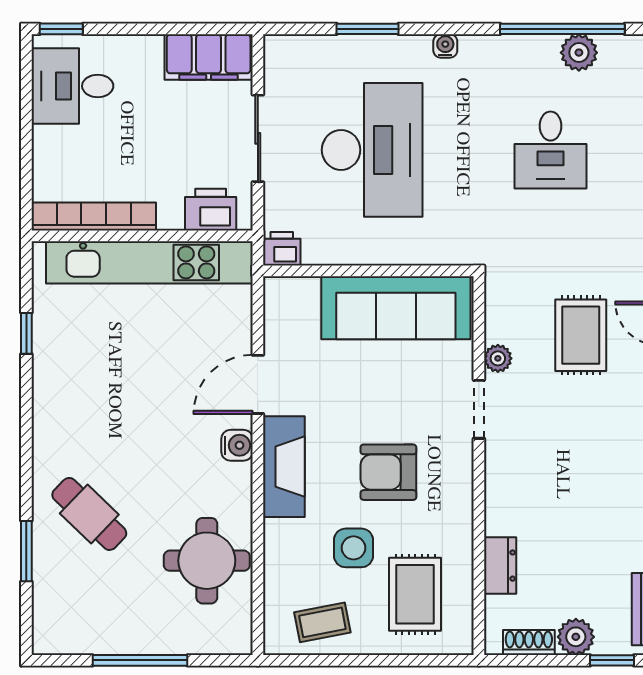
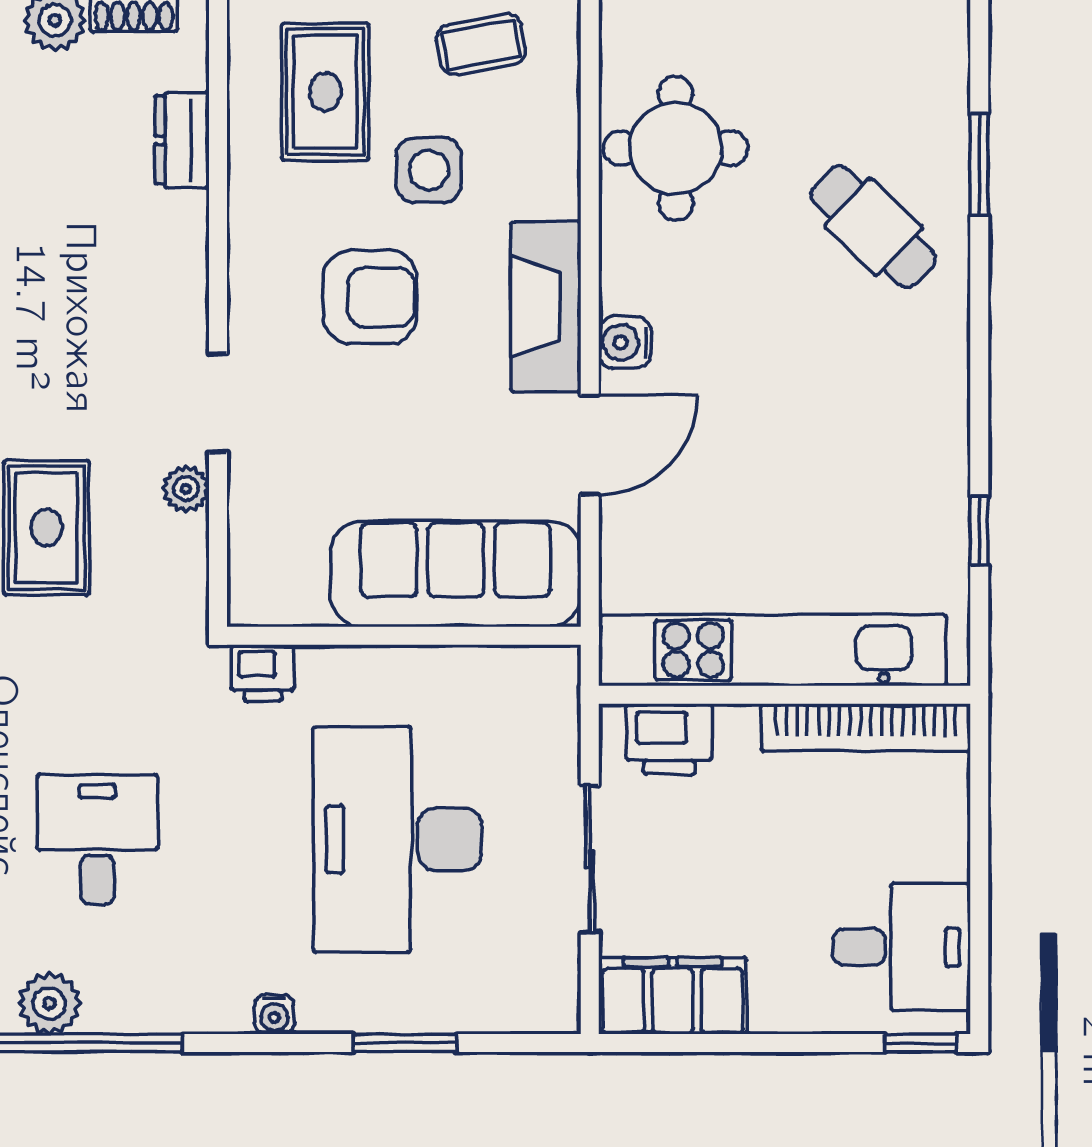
printer: (282, 249) -> (263, 673), moved
sofa: (396, 308) -> (456, 574), moved

